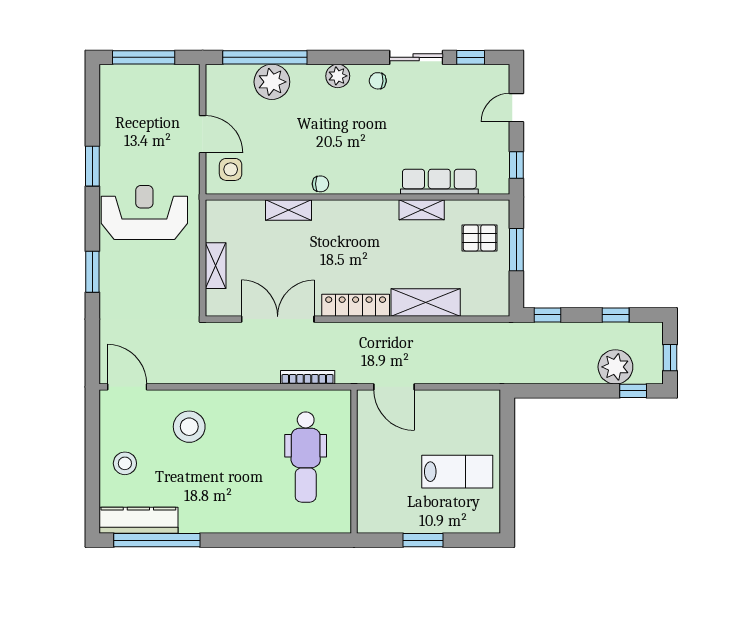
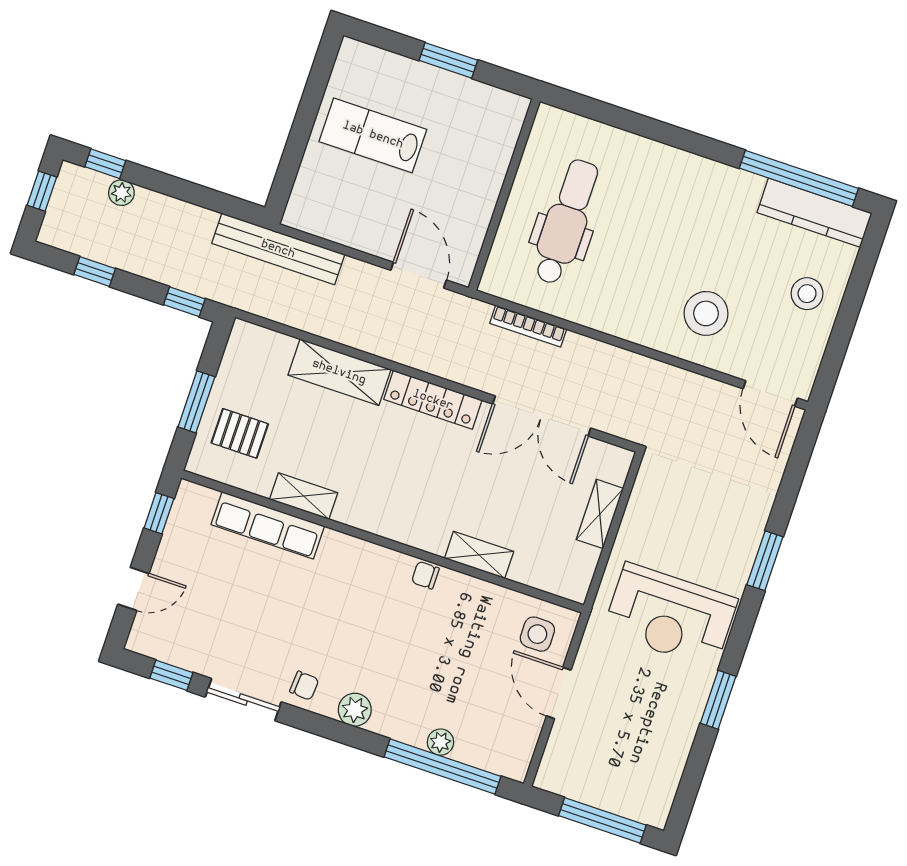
plant: (272, 82) -> (440, 742), width x0.53, depth x0.53
plant: (615, 367) -> (121, 193), width x0.53, depth x0.53
bench: (496, 373) -> (278, 249), added

